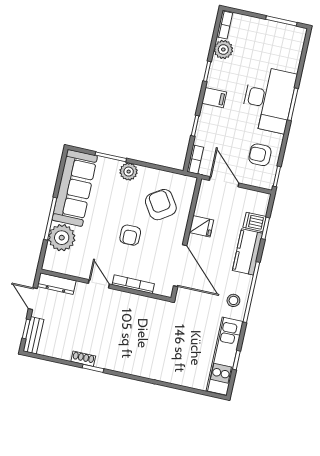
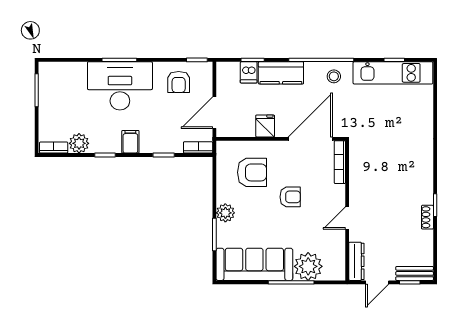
armchair: (161, 205) -> (252, 172), turned -147
bookcase: (133, 284) -> (340, 162), moved

